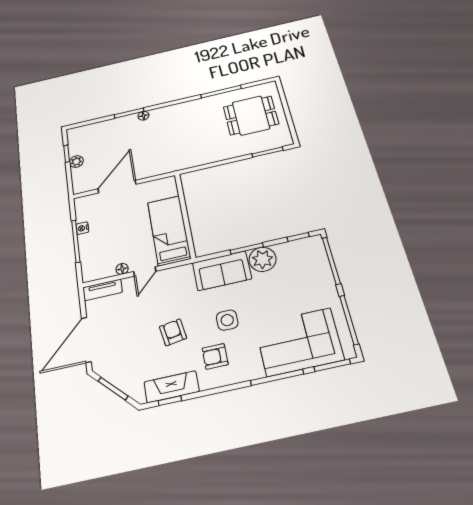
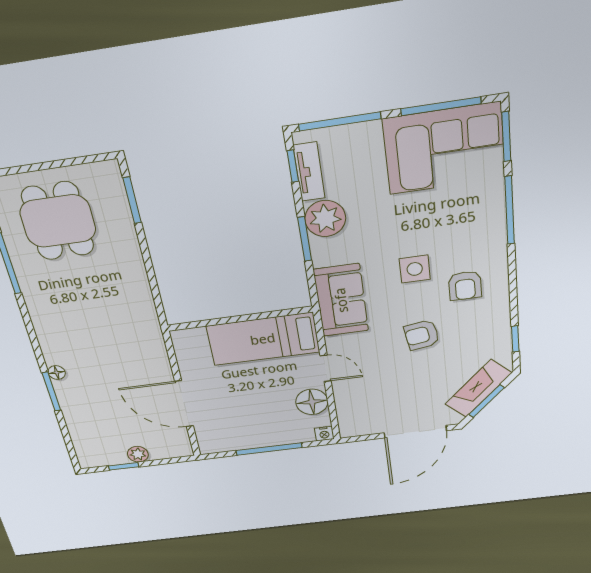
nightstand: (82, 228) -> (324, 434), moved
floor lamp: (122, 269) -> (312, 402), width x1.89, depth x1.89
sofa: (222, 271) -> (341, 300), moved
tv unit: (103, 290) -> (309, 172), moved
door: (86, 340) -> (415, 432), hinge flipped
corner sofa: (299, 342) -> (444, 149), moved, turned -90
fireplace: (172, 387) -> (478, 389), moved, turned 45

